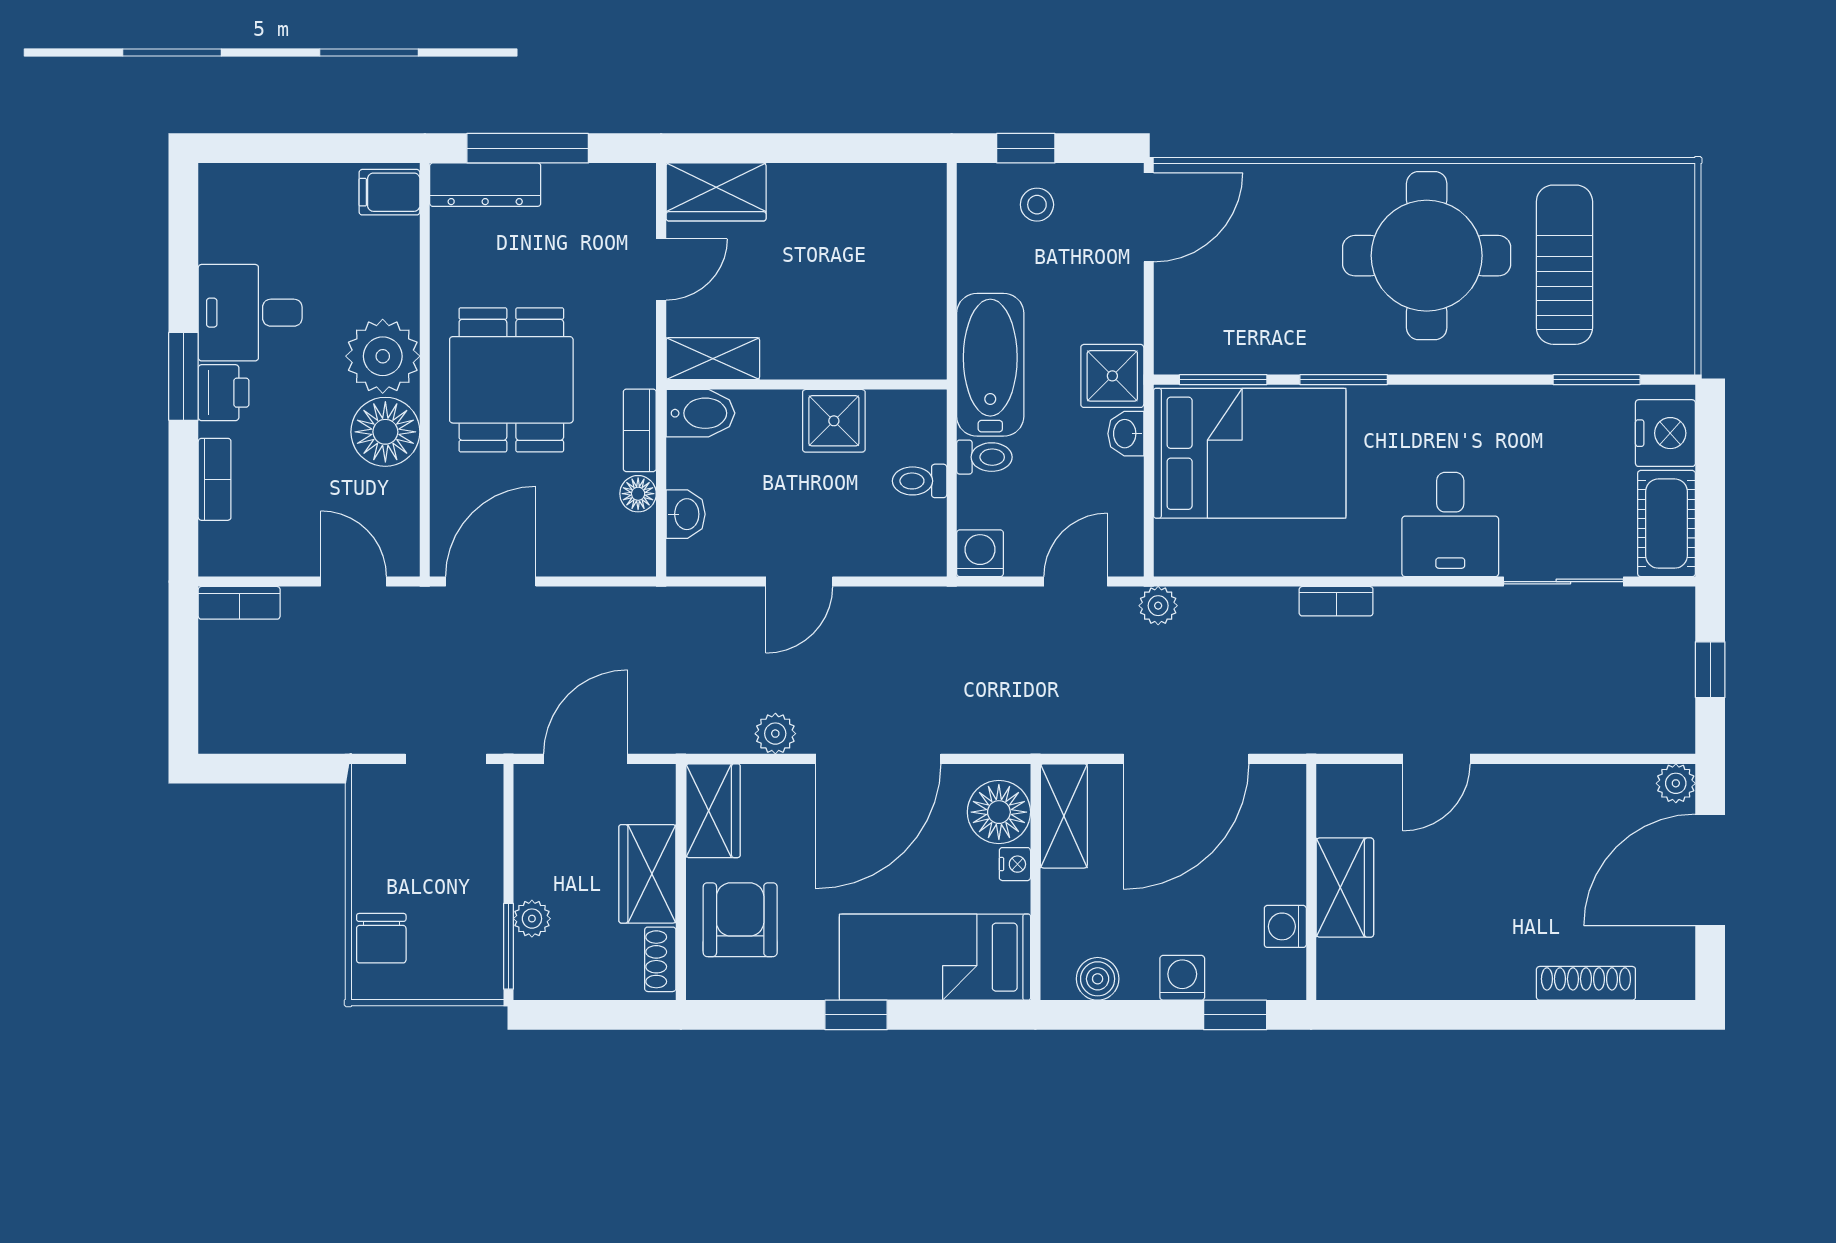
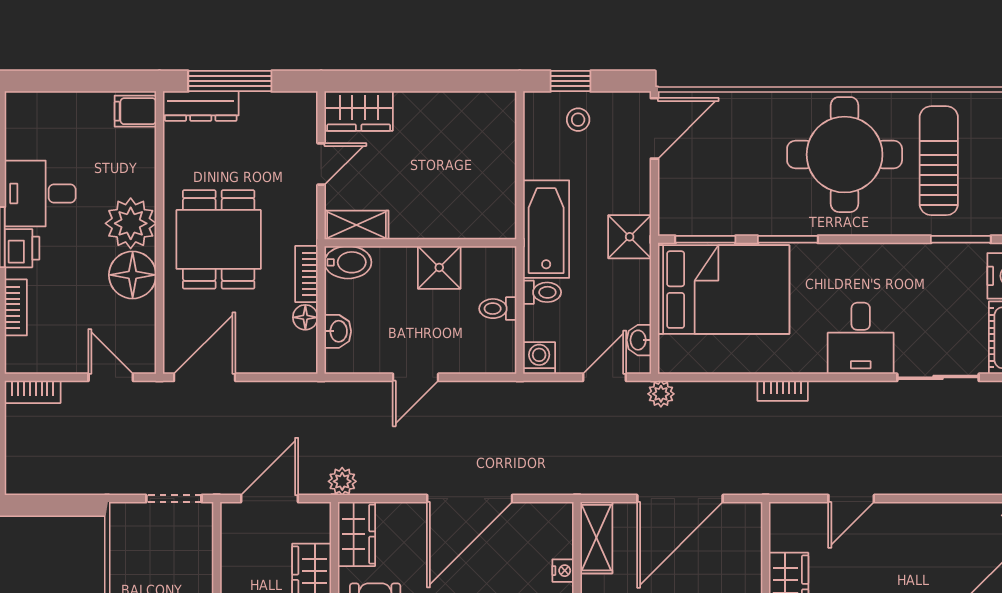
washbasin: (1126, 434) -> (639, 340), moved
plant: (775, 734) -> (342, 481), moved
floor lamp: (999, 812) -> (552, 535), removed

